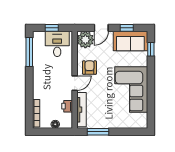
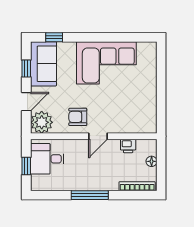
door: (101, 28) -> (26, 102), hinge flipped
window: (29, 52) -> (90, 195), moved
door: (75, 83) -> (98, 136), swing flipped
tv unit: (81, 110) -> (133, 127), removed
window: (98, 132) -> (161, 106), removed

